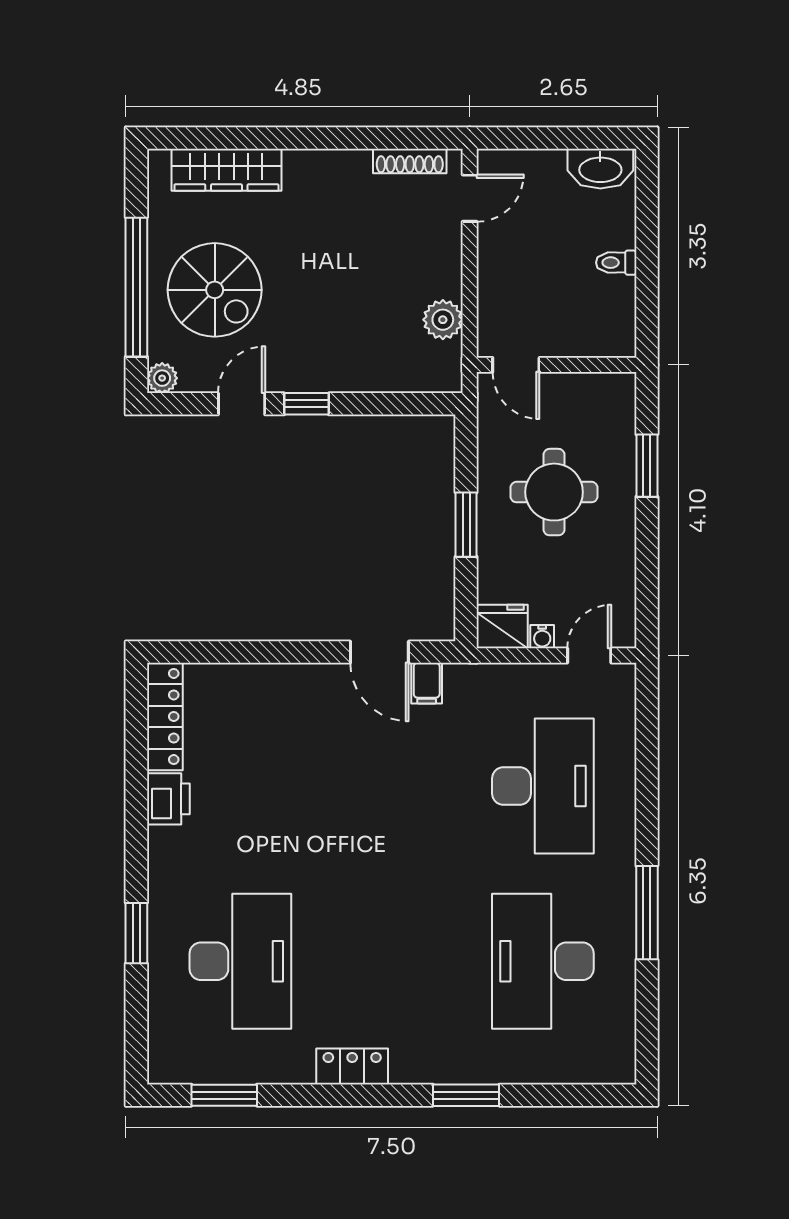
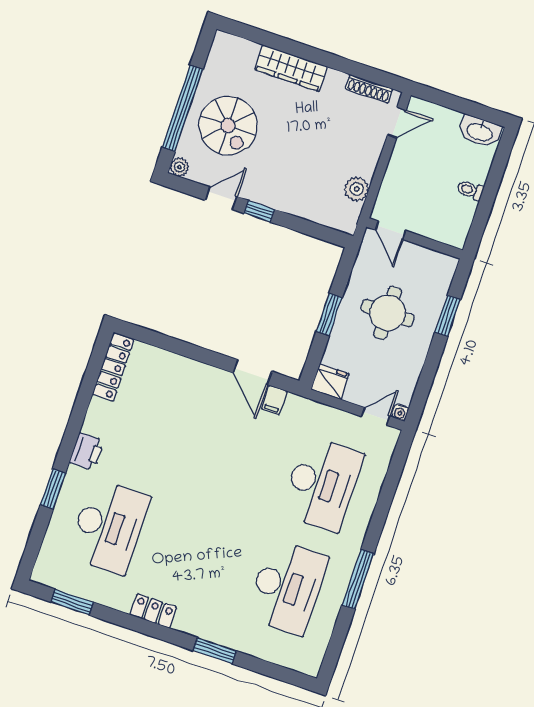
wardrobe: (226, 170) -> (291, 68), moved
water cooler: (542, 637) -> (400, 412), moved
printer: (168, 799) -> (87, 451), moved
desk: (543, 961) -> (287, 587), turned 180

